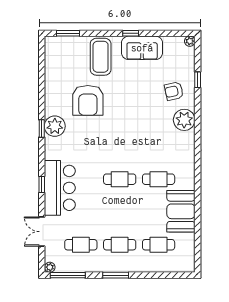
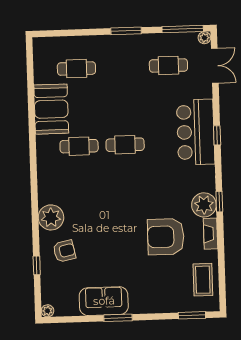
window: (131, 33) -> (118, 318), width x1.50
coffee table: (101, 57) -> (203, 280), moved, width x0.73, depth x0.76
armchair: (88, 100) -> (166, 237), turned -90
fireplace: (50, 102) -> (211, 234), added
double door: (42, 232) -> (215, 66), moved
cafe table: (120, 245) -> (122, 67), removed

